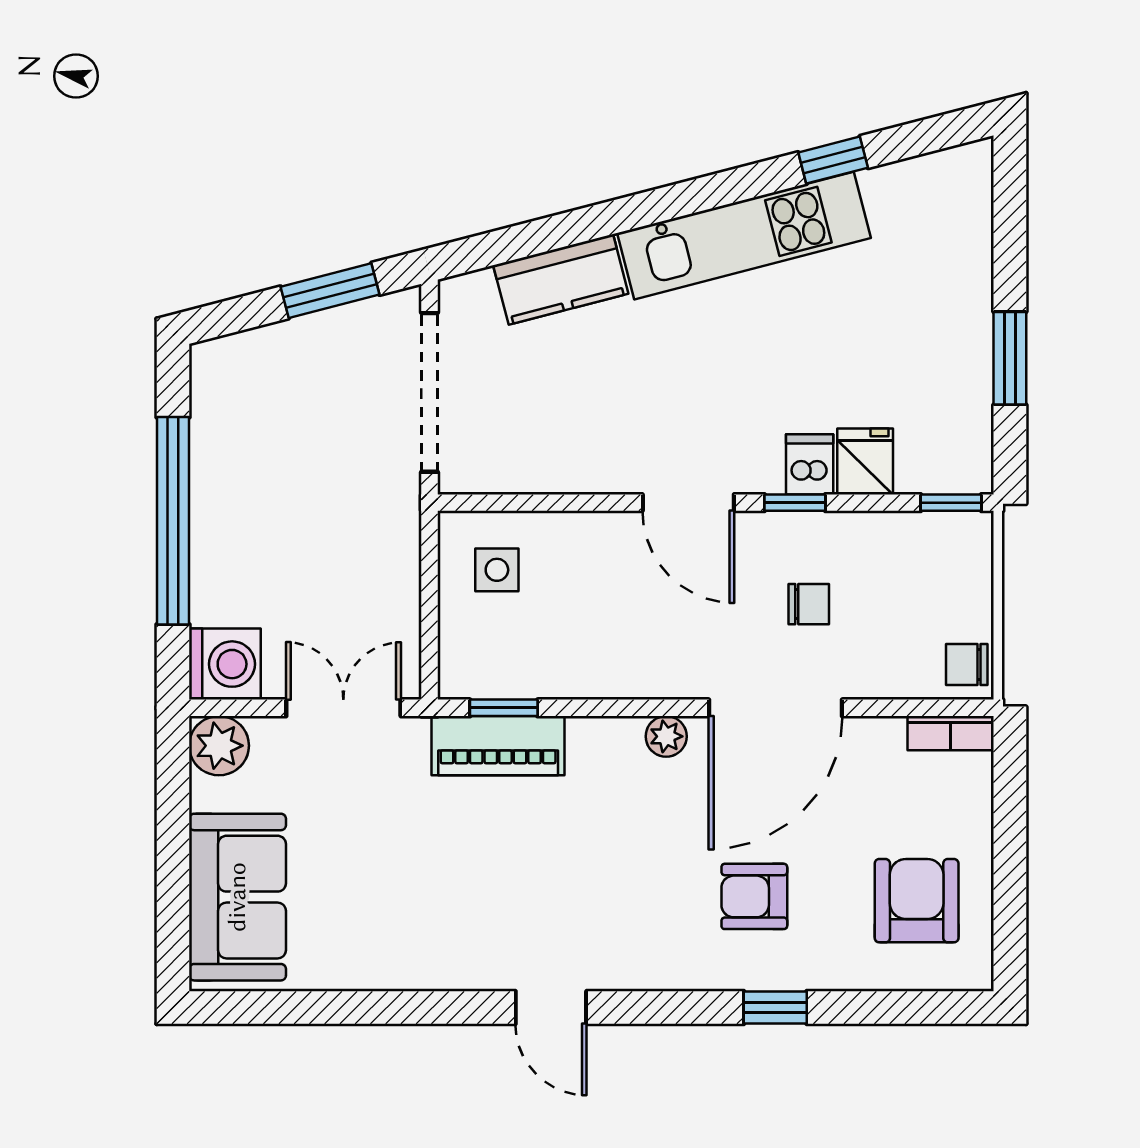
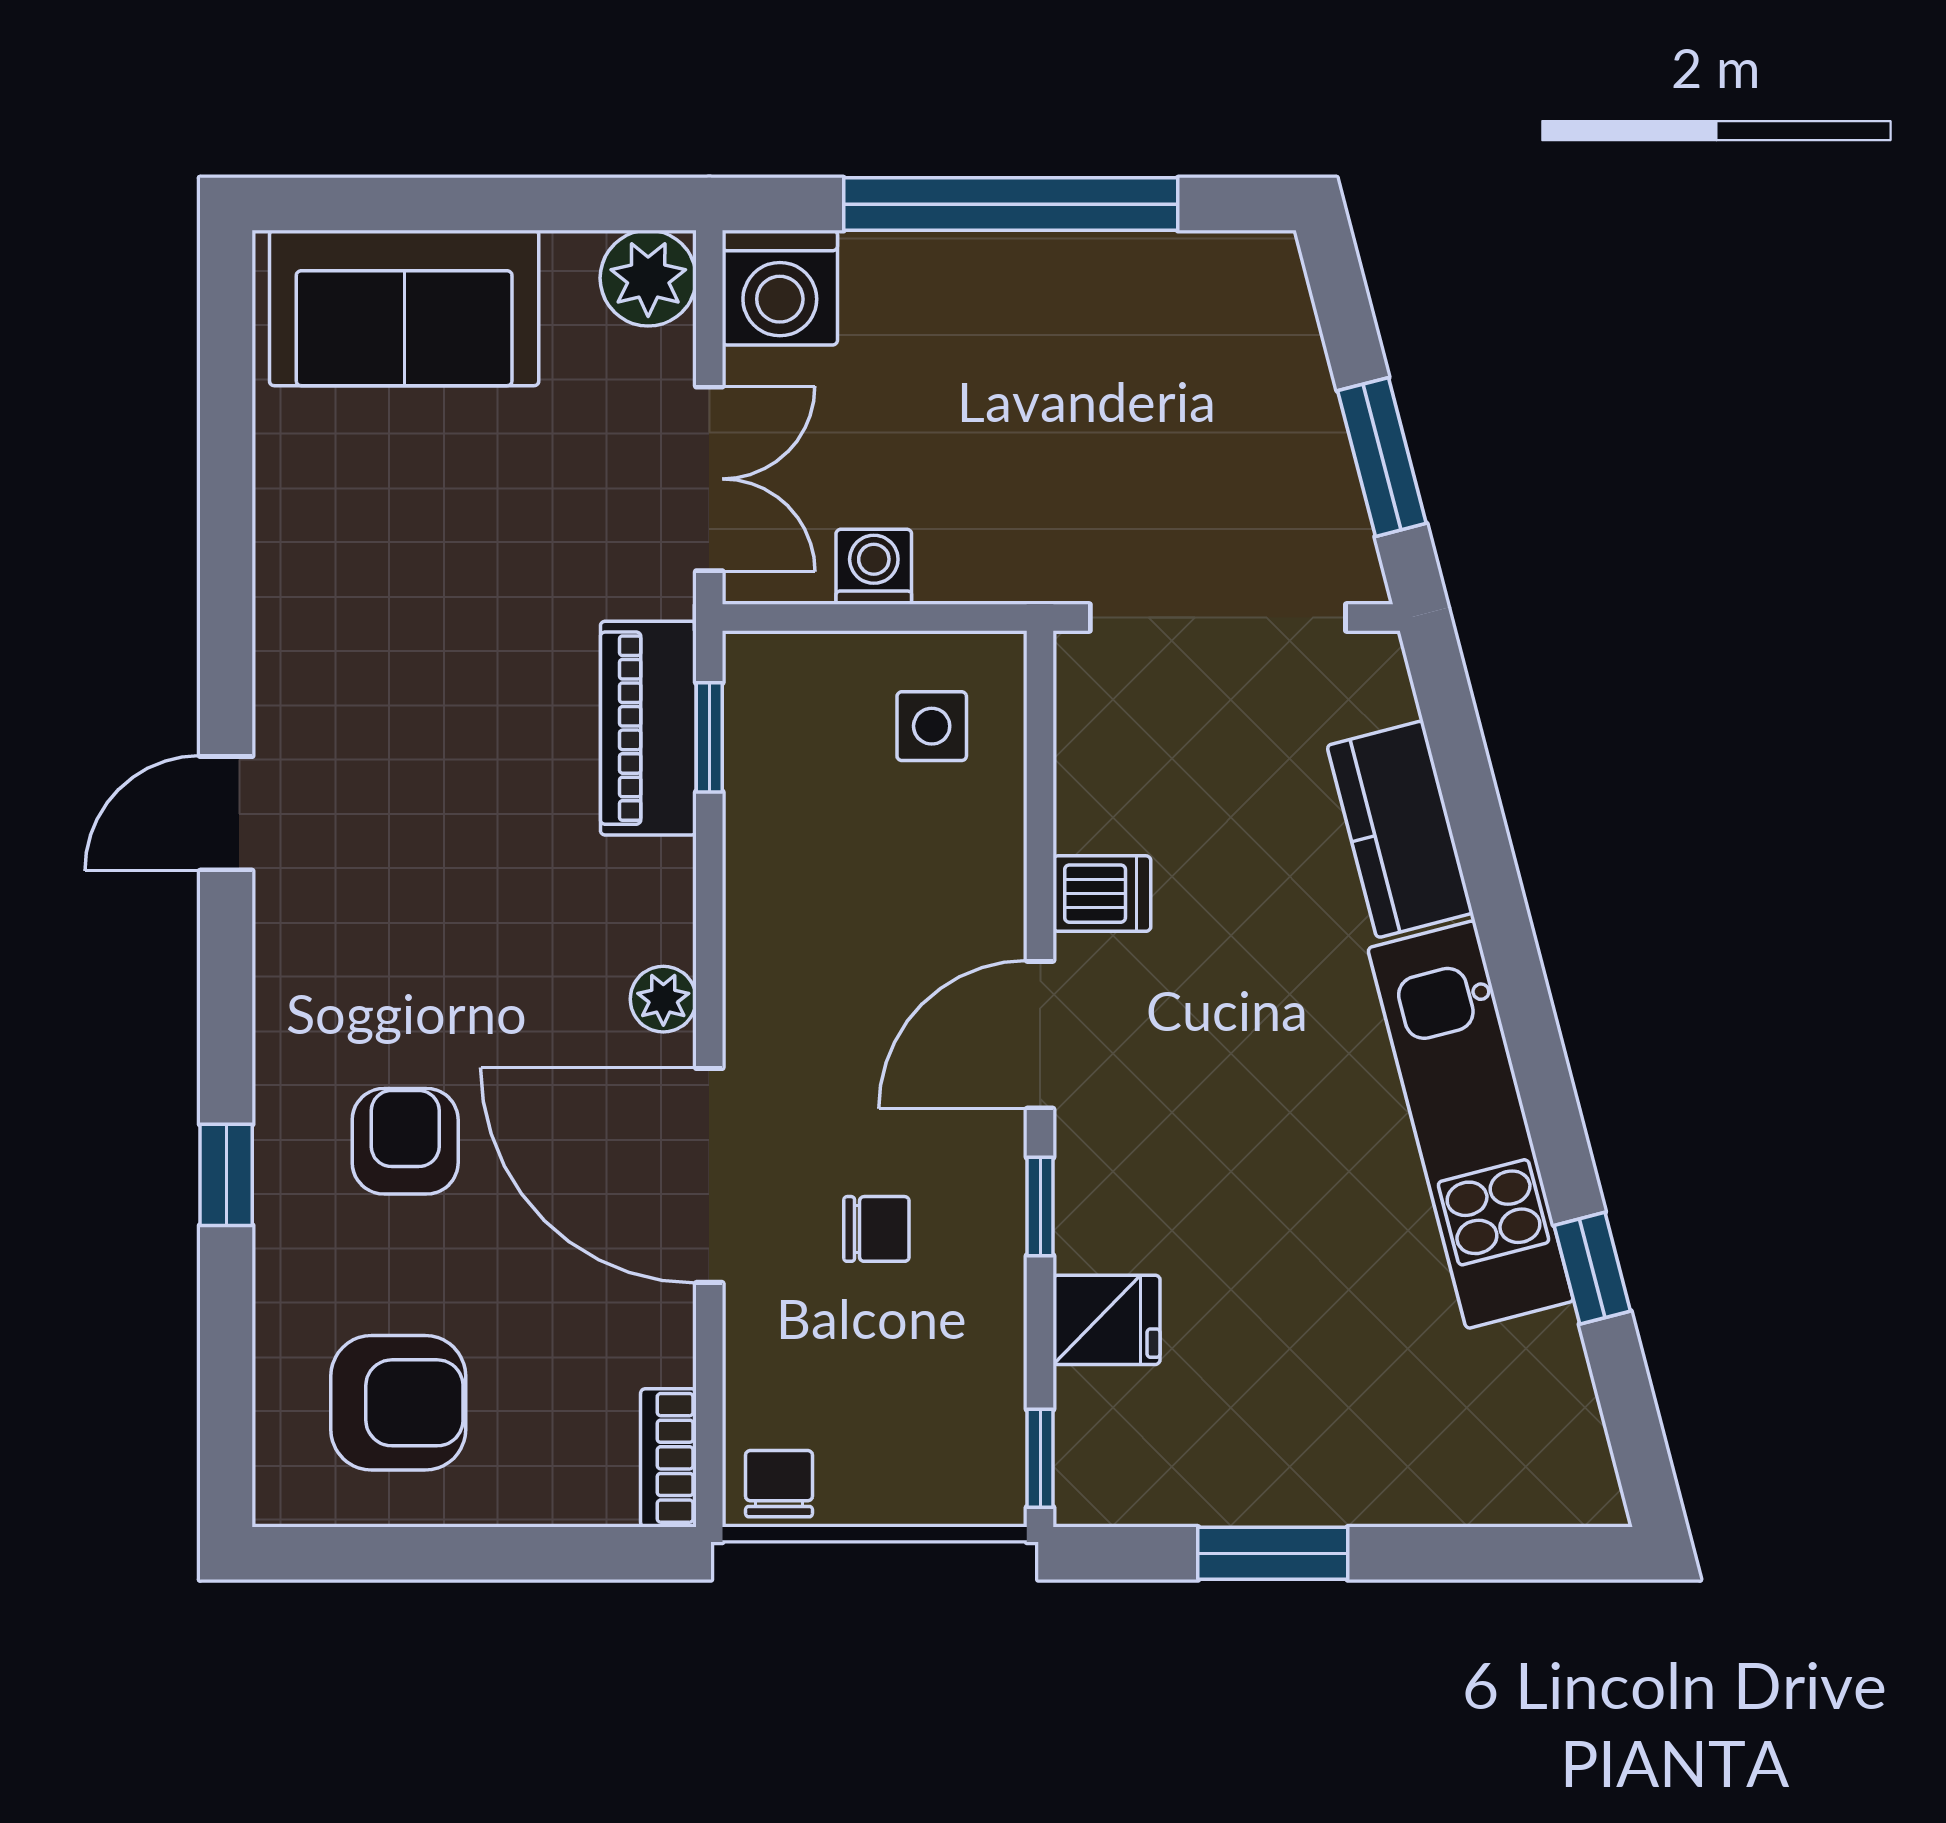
dishwasher: (810, 464) -> (1102, 894), moved
chair: (809, 604) -> (876, 1229), turned -90
washing machine: (398, 606) -> (874, 567), added

